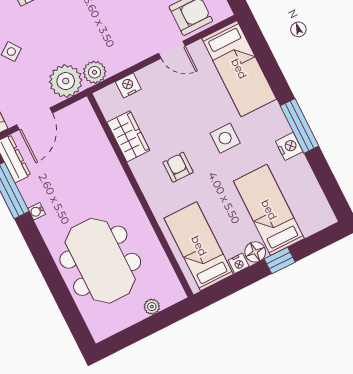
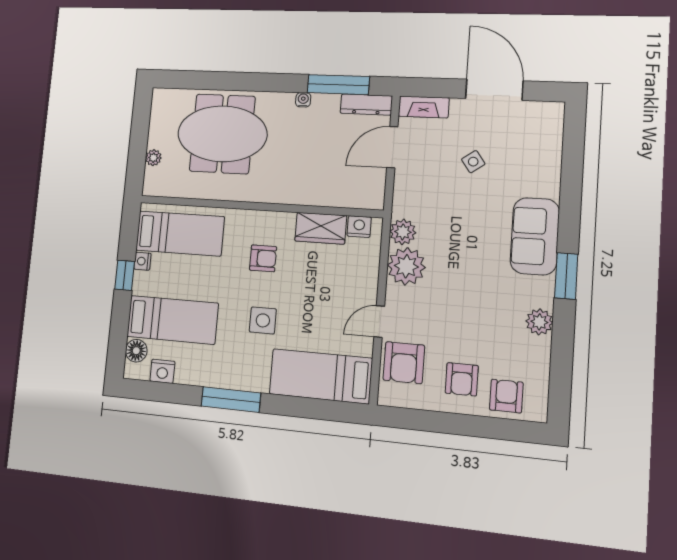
plant: (66, 81) -> (406, 266), moved
nightstand: (128, 85) -> (359, 227), moved, turned -90
door: (35, 119) -> (392, 147), hinge flipped
nightstand: (289, 146) -> (162, 371), moved
floor lamp: (255, 252) -> (136, 351), moved
window: (280, 260) -> (125, 275), moved

